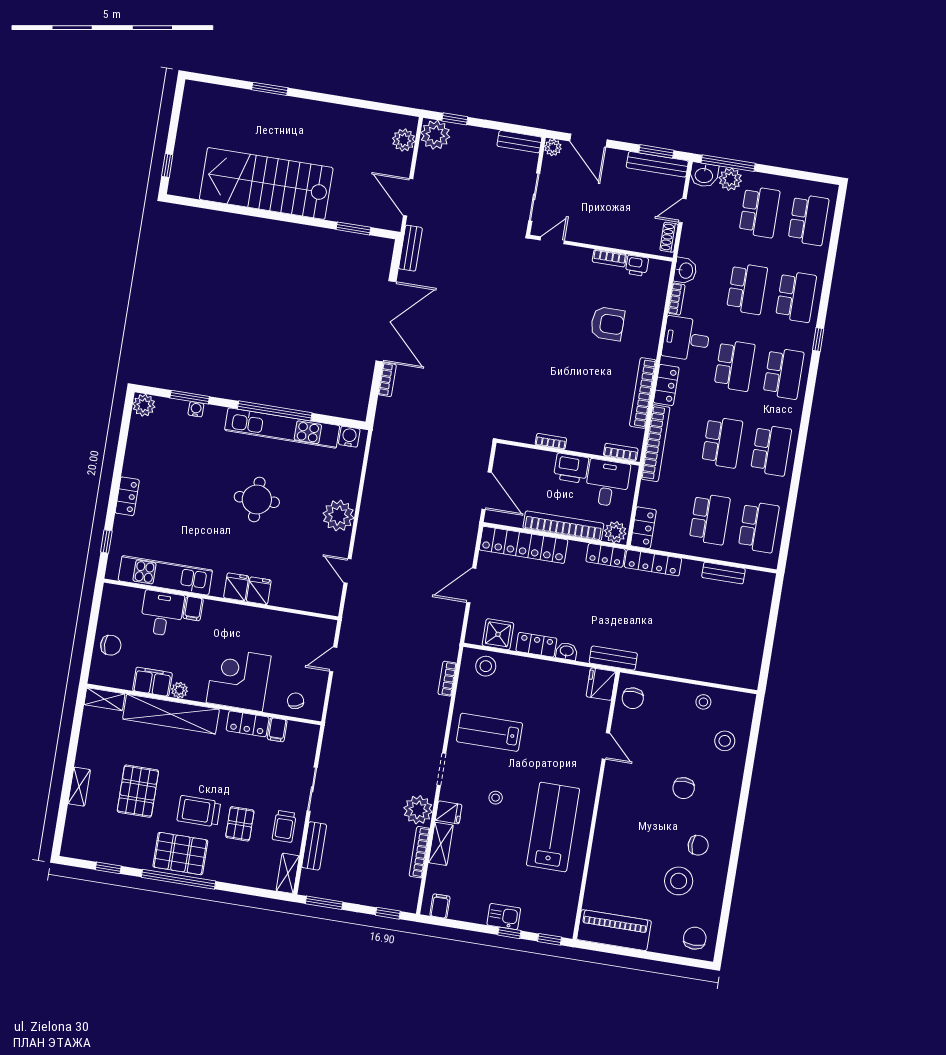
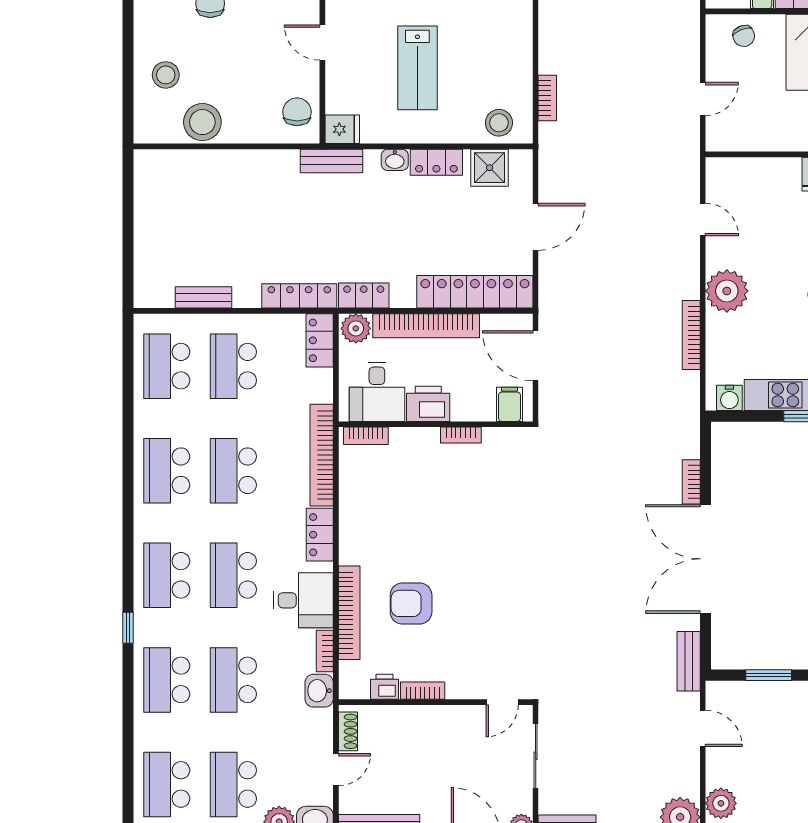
door: (408, 197) -> (703, 728), width x0.73
bookcase: (643, 393) -> (349, 613), moved
filing cabinet: (511, 458) -> (509, 404), added
bookcase: (370, 487) -> (691, 335), added
fridge: (601, 684) -> (342, 129), width x0.72
stool: (703, 702) -> (202, 122), width x1.89, depth x1.89
lab bench: (489, 732) -> (417, 68), moved, turned 90

